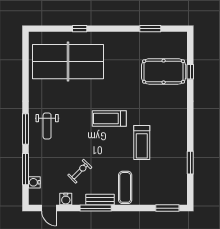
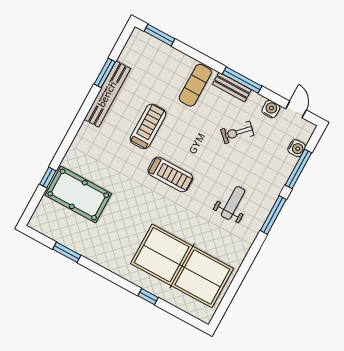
weight bench: (47, 126) -> (233, 203), moved
bench: (181, 149) -> (107, 94), added

